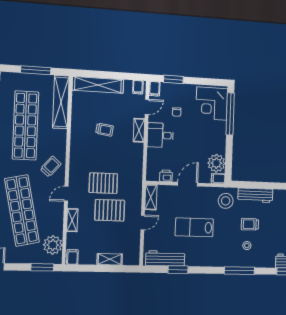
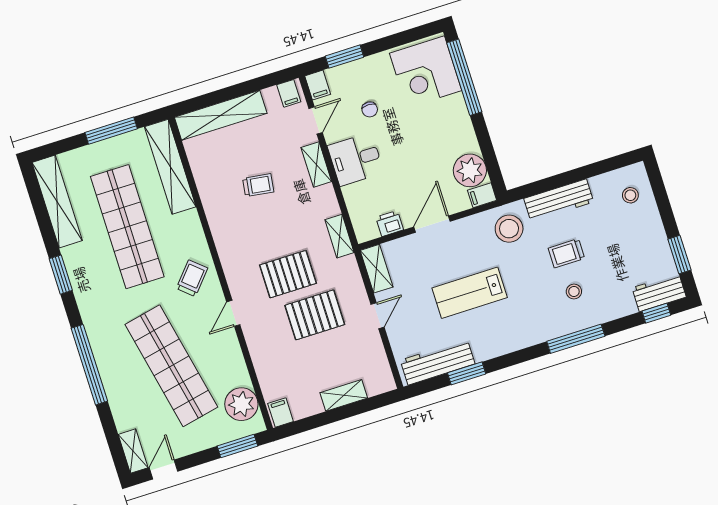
shelving: (72, 220) -> (339, 236), moved

